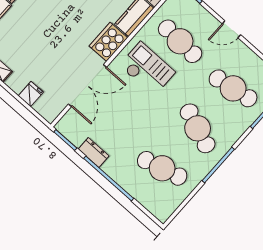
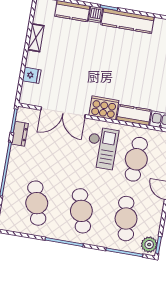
cafe table: (198, 128) -> (81, 211), turned -36
dresser: (94, 152) -> (20, 134), moved

